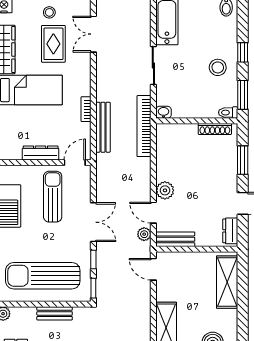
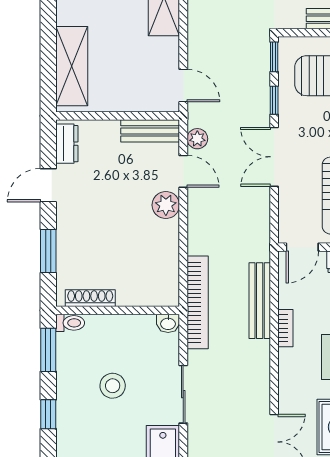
stool: (218, 67) -> (113, 386), moved

